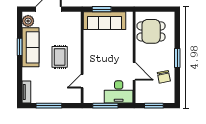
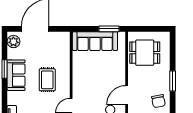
window: (102, 9) -> (109, 29), moved
sofa: (30, 47) -> (16, 75), width x0.73
door: (134, 71) -> (127, 95), swing flipped

